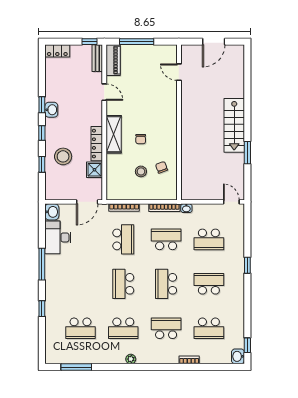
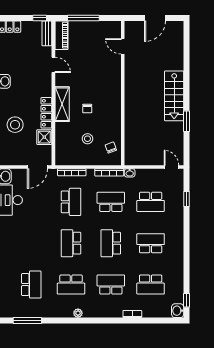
chair: (162, 167) -> (111, 147), moved
window: (247, 265) -> (186, 199), moved
school desk: (80, 328) -> (31, 285), turned -90

